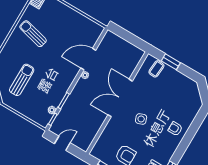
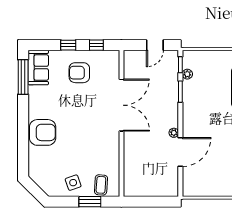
double door: (120, 98) -> (121, 105), moved
side table: (141, 119) -> (73, 183), moved
armchair: (175, 129) -> (43, 132), width x1.88, depth x1.88

